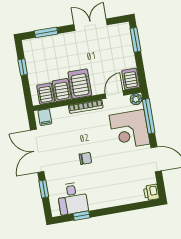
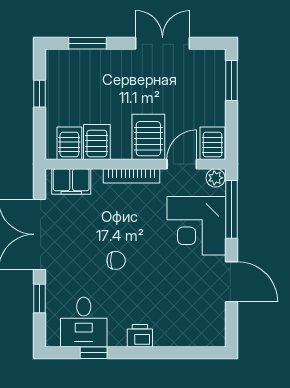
server rack: (80, 84) -> (148, 137), moved
filing cabinet: (45, 117) -> (71, 182), width x2.00
printer: (151, 192) -> (140, 336), moved, turned 90

